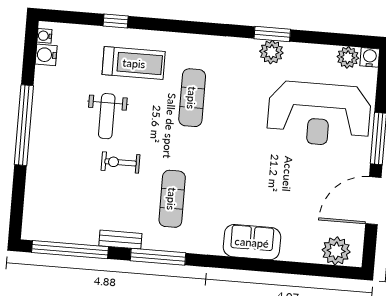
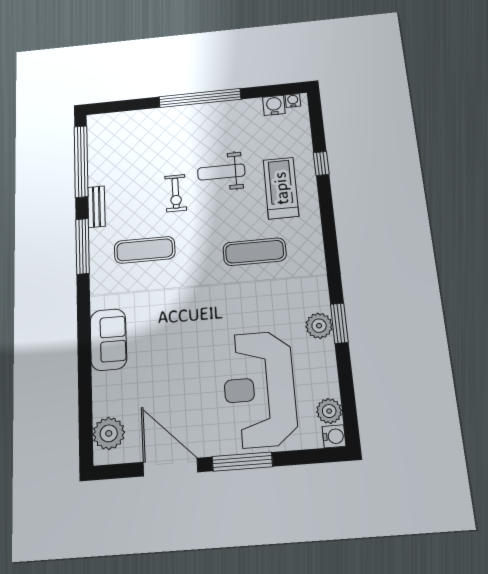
treadmill: (134, 63) -> (281, 188), turned 180
exercise bike: (121, 162) -> (176, 193), turned 180

